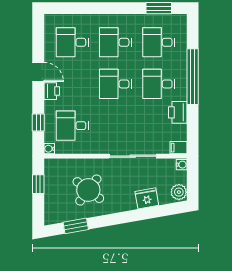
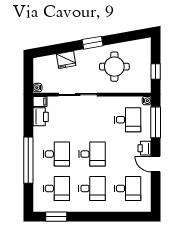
printer: (178, 112) -> (41, 117), moved
window: (38, 122) -> (156, 122), width x2.17
round table: (88, 190) -> (114, 67), turned -37
plant: (179, 192) -> (40, 65), removed
window: (76, 226) -> (93, 43), moved

